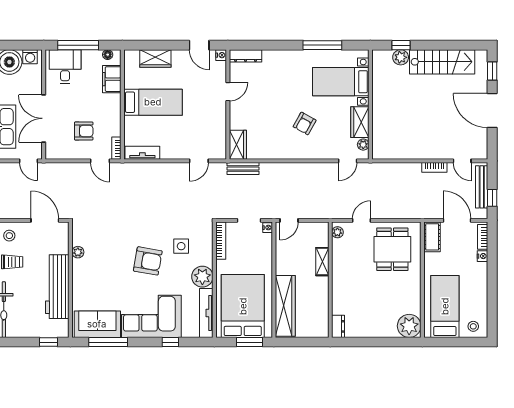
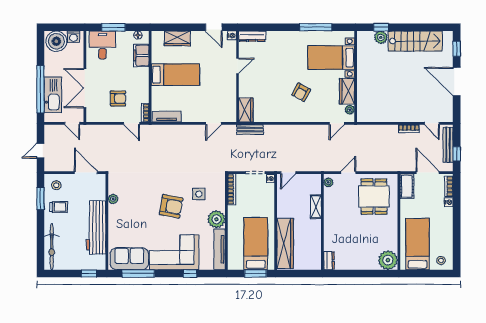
window: (78, 45) -> (113, 27), width x0.69
bed: (243, 306) -> (256, 244), width x0.67

